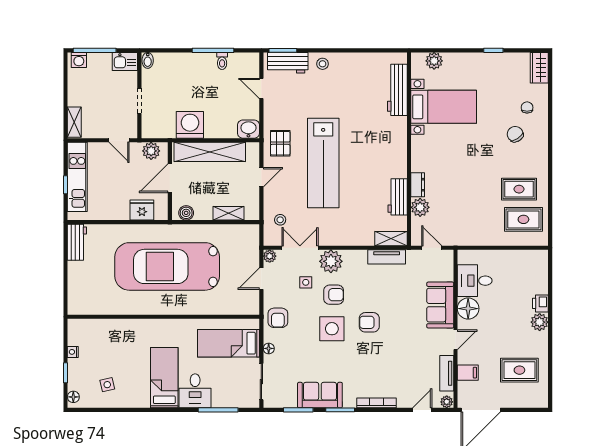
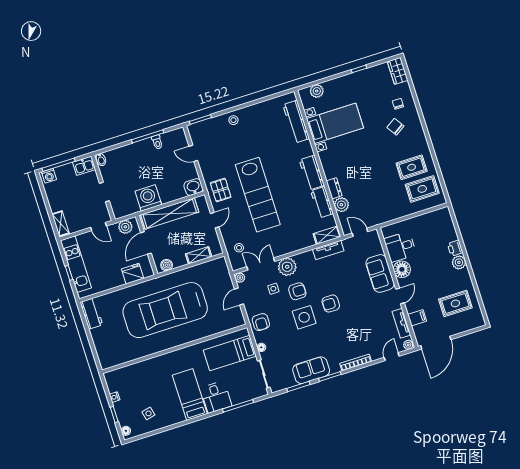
workbench: (288, 63) -> (312, 173), moved, turned 90

